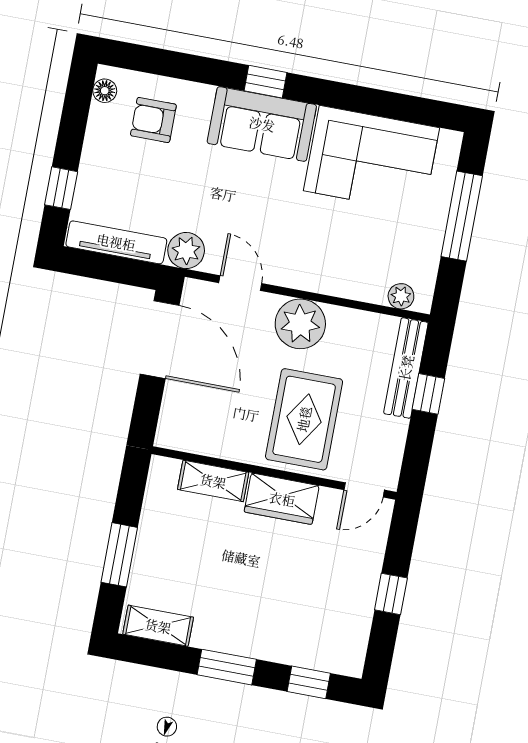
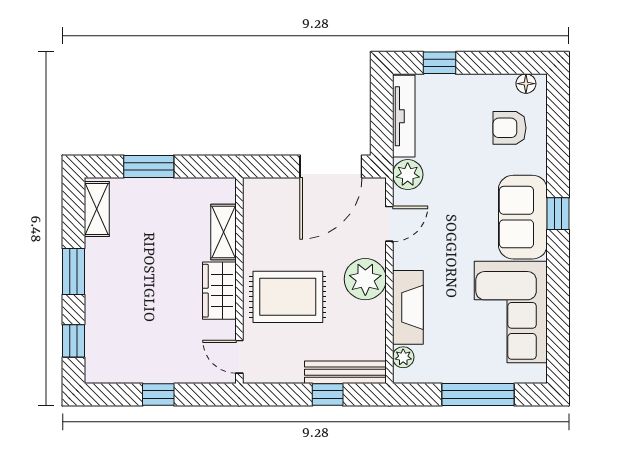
armchair: (153, 120) -> (509, 128), turned -90
fireplace: (343, 280) -> (408, 307), added

